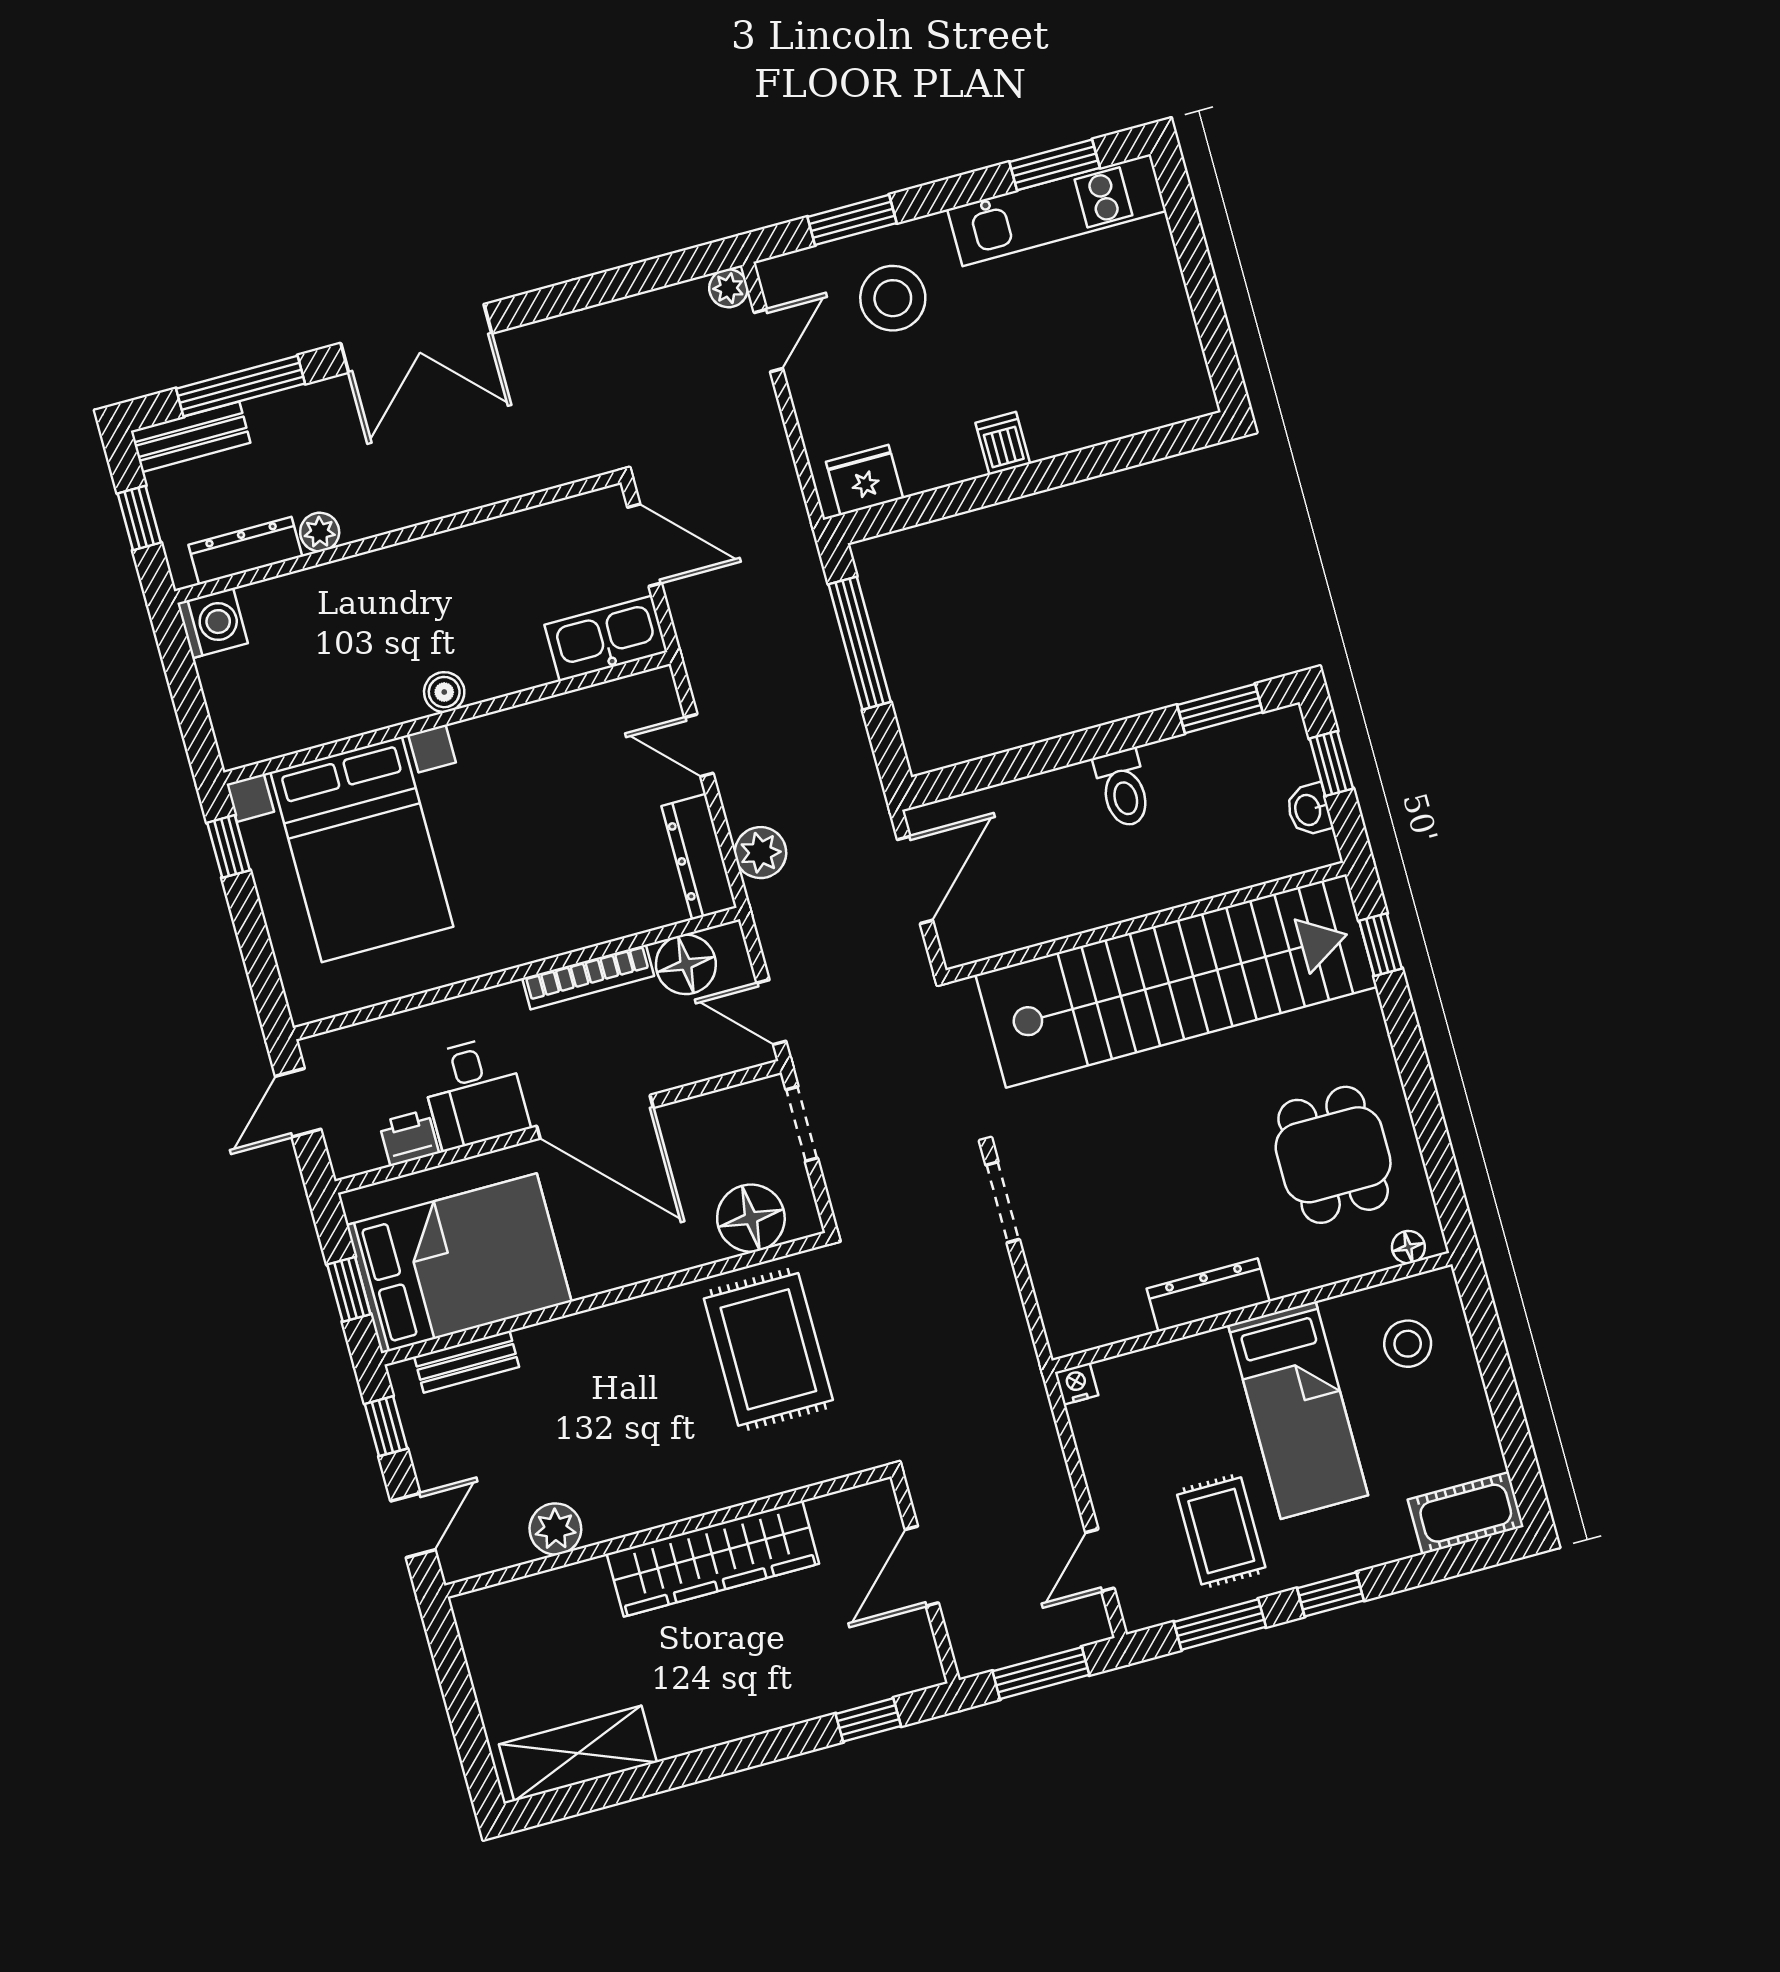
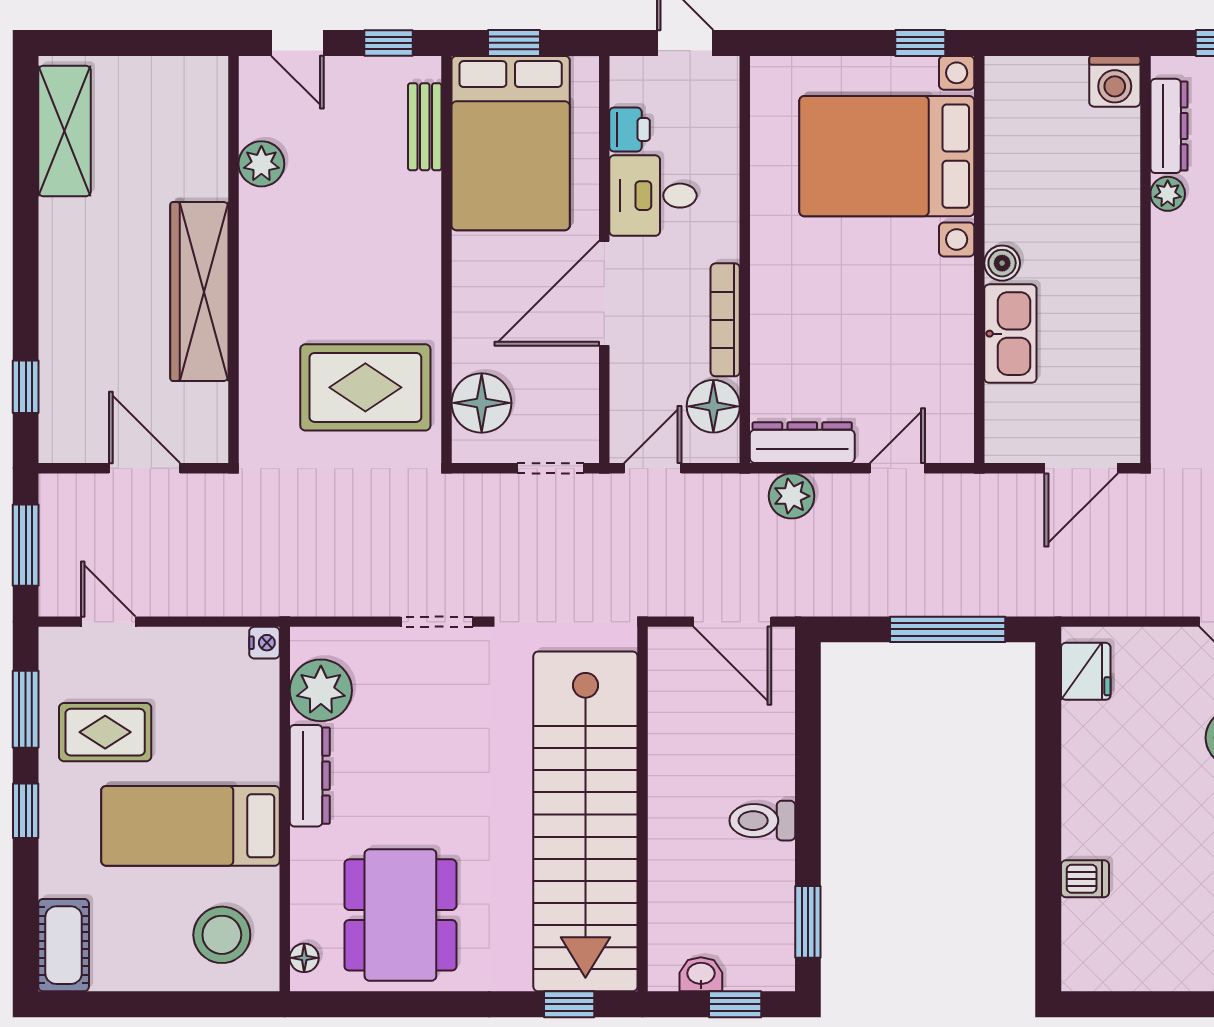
dishwasher: (1003, 443) -> (1085, 879), moved
kitchen sink: (606, 638) -> (1010, 334), moved
dining table: (1333, 1155) -> (400, 915), width x1.37
plant: (1112, 1308) -> (321, 690), added
stool: (1408, 1344) -> (222, 935), width x1.38, depth x1.38

